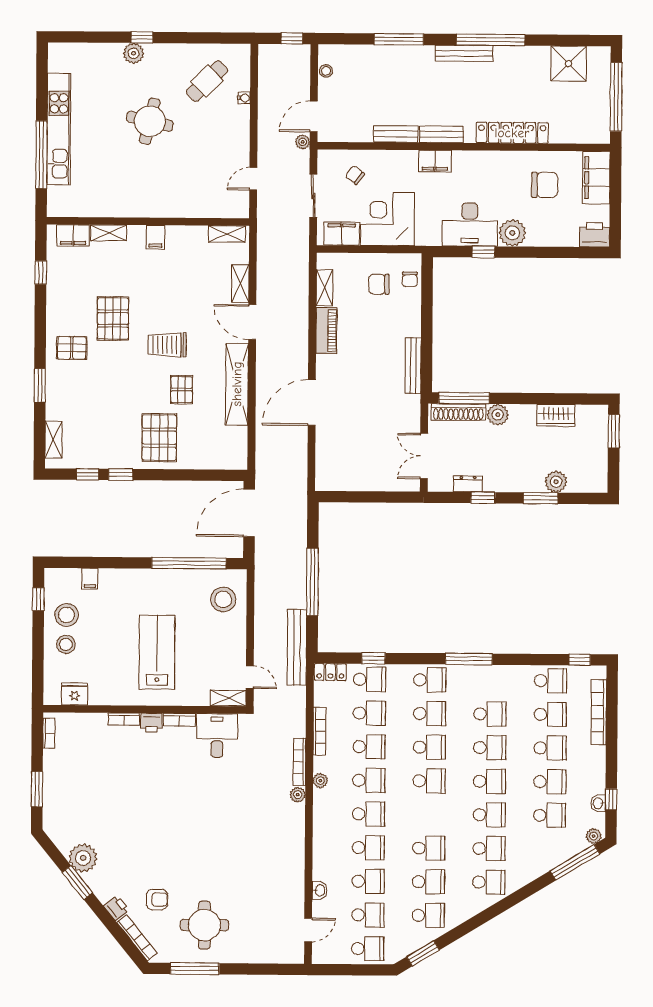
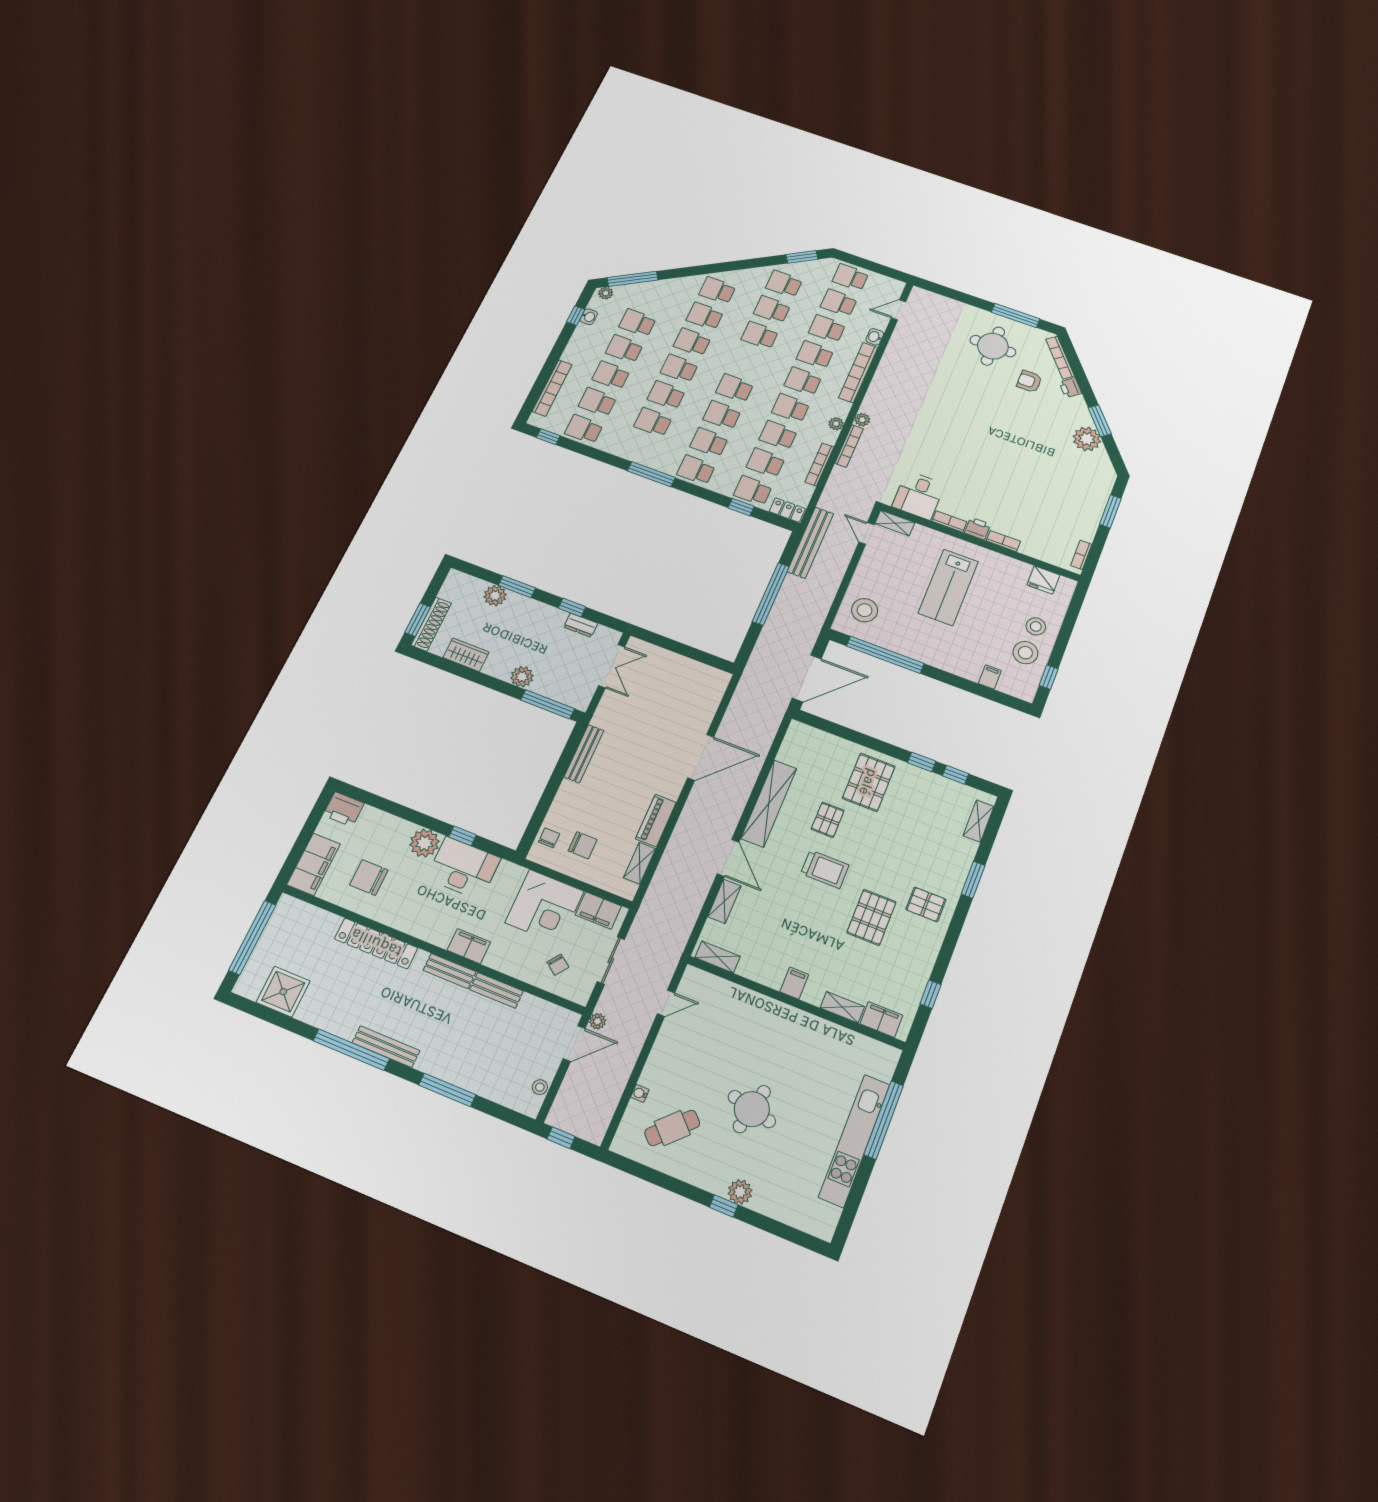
shoe rack: (458, 412) -> (431, 624), moved, turned 90
bookcase: (320, 844) -> (858, 373), added

